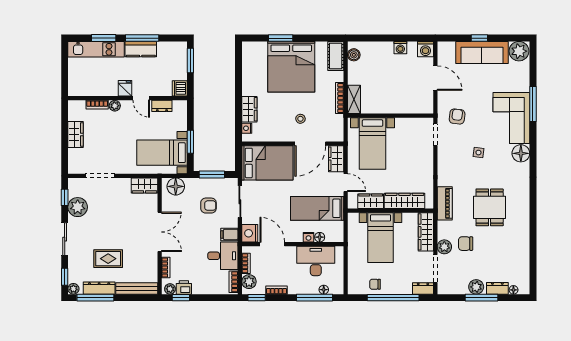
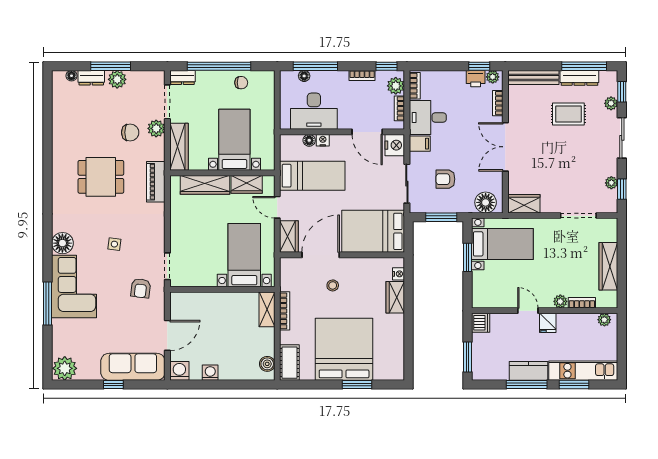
sofa: (482, 52) -> (133, 367), moved
door: (435, 78) -> (167, 335), swing flipped
plant: (79, 91) -> (604, 320), added
dresser: (162, 106) -> (502, 301), removed
wardrobe: (75, 135) -> (608, 266), width x1.50
plant: (78, 207) -> (611, 183), width x0.53, depth x0.53
dining table: (490, 207) -> (101, 177), turned 90
plant: (73, 289) -> (611, 103), moved

